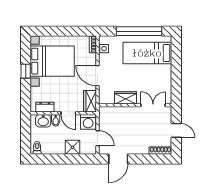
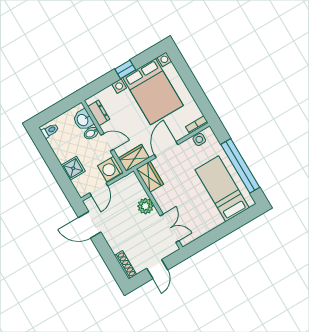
wardrobe: (125, 98) -> (150, 177), moved
door: (68, 113) -> (107, 142), swing flipped
plant: (128, 113) -> (145, 206), added

